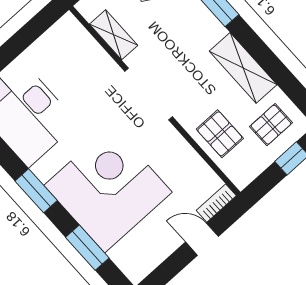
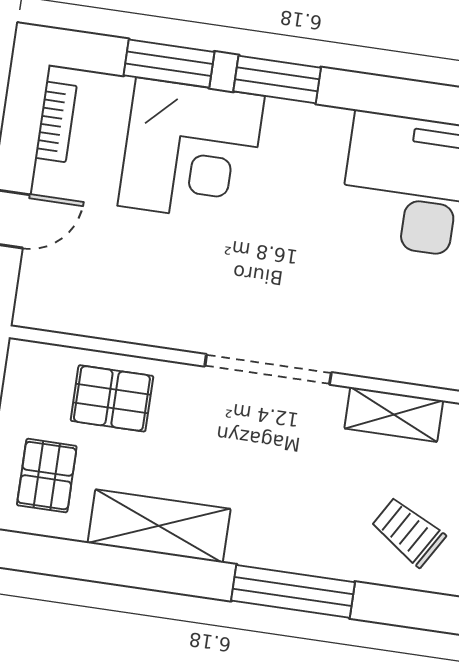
corner desk: (108, 189) -> (191, 151), width x0.74, depth x0.74
window: (36, 191) -> (277, 79), moved
bookcase: (216, 203) -> (56, 122), moved

